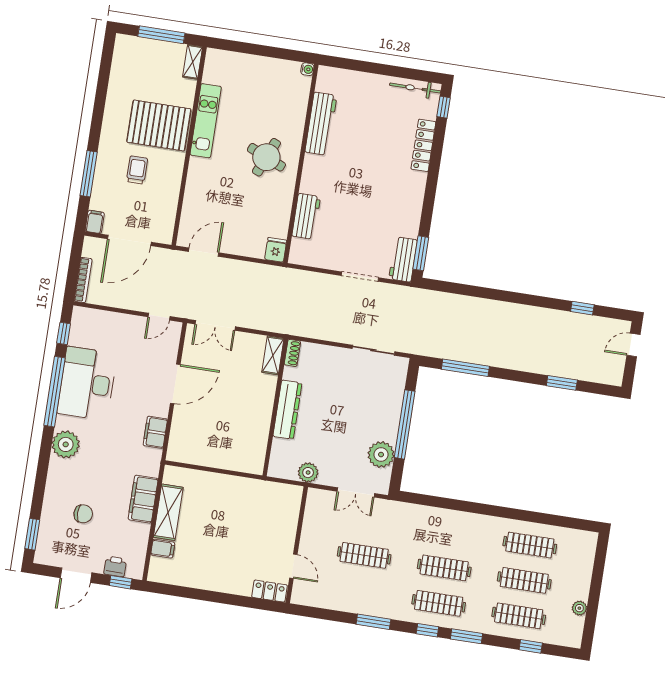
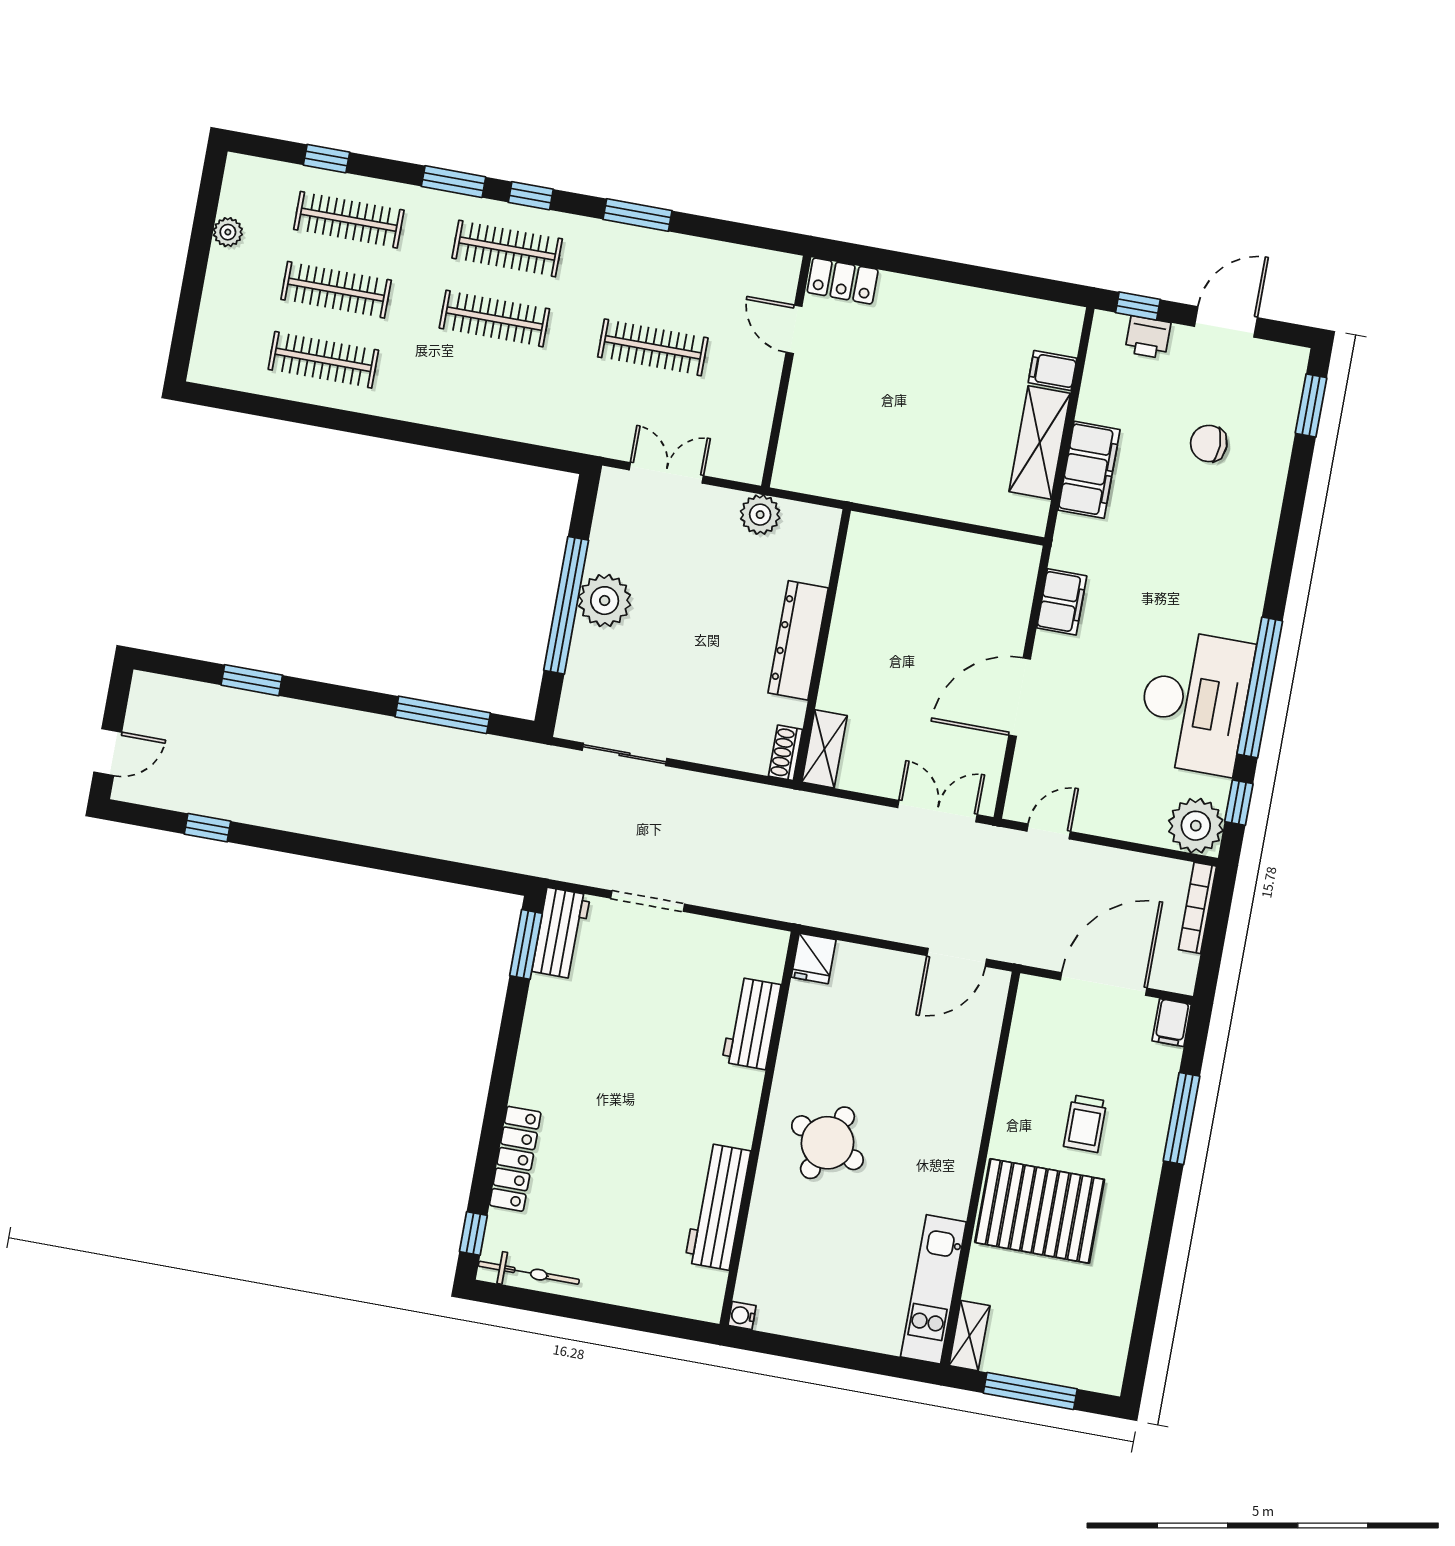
kitchen unit: (206, 121) -> (933, 1289), moved
plant: (66, 444) -> (1196, 826), moved
plant: (381, 455) -> (605, 601), moved

